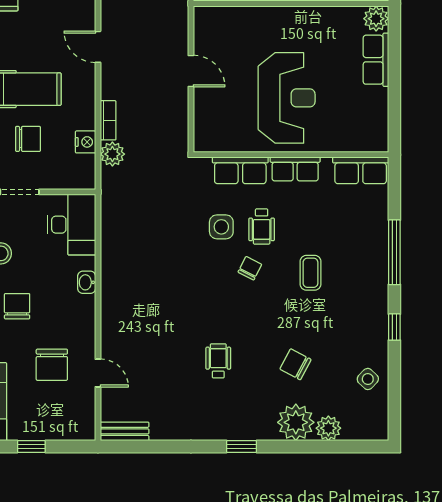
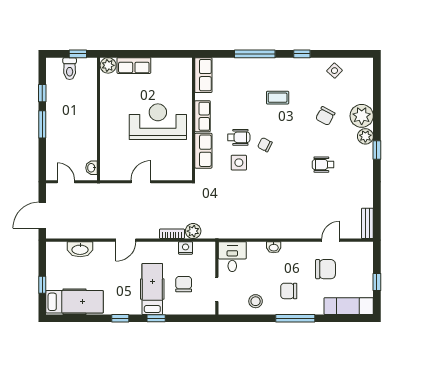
desk: (72, 225) -> (232, 257), width x0.73
coffee table: (310, 273) -> (278, 98), moved
plant: (328, 428) -> (365, 136), moved

